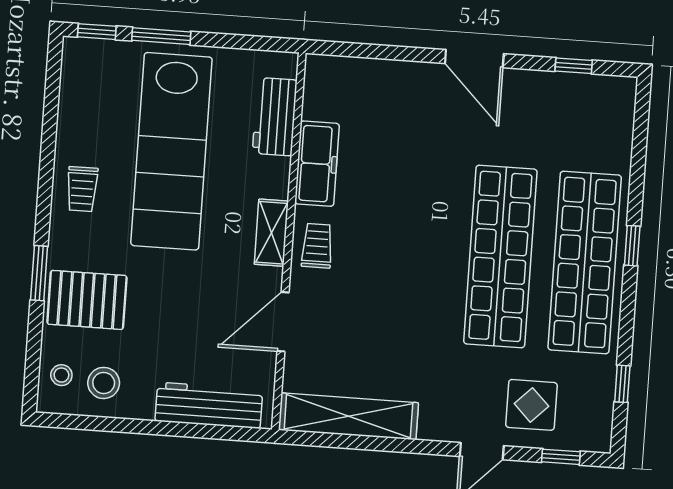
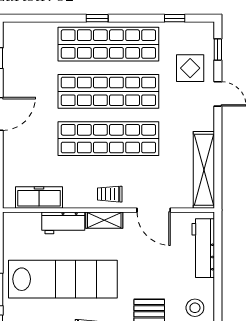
workbench: (275, 117) -> (63, 223), moved
freezer: (317, 164) -> (39, 197), moved
shop shelf: (416, 250) -> (108, 139), added

